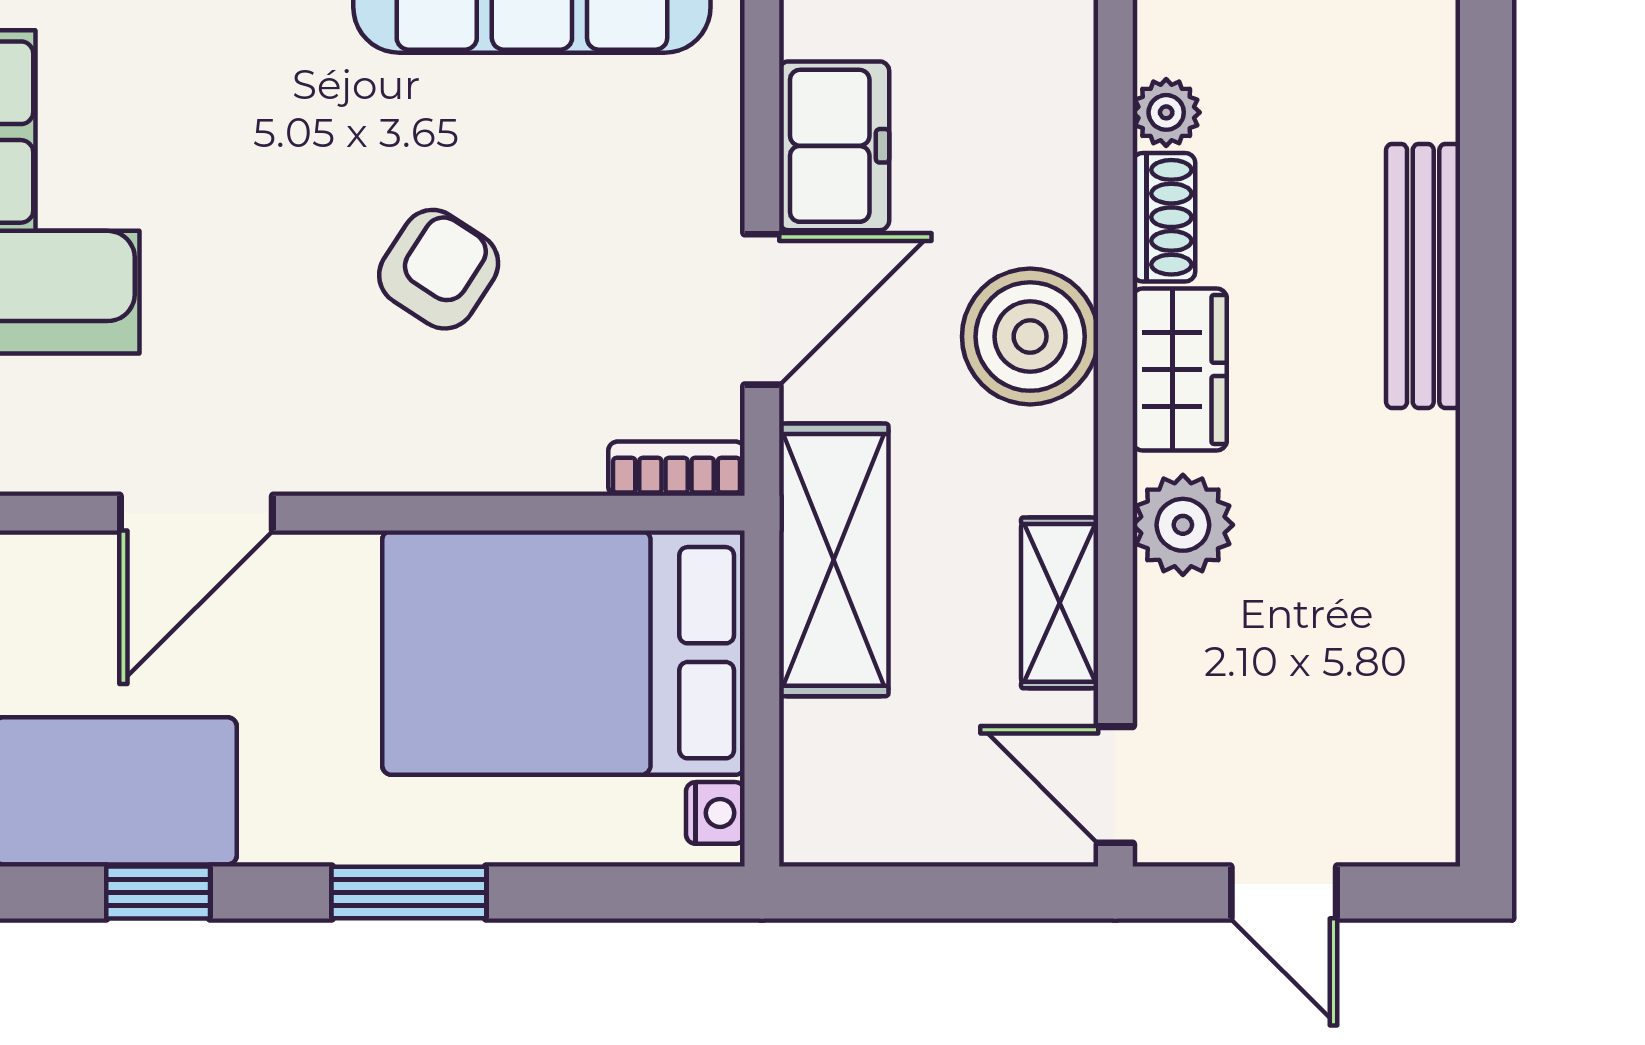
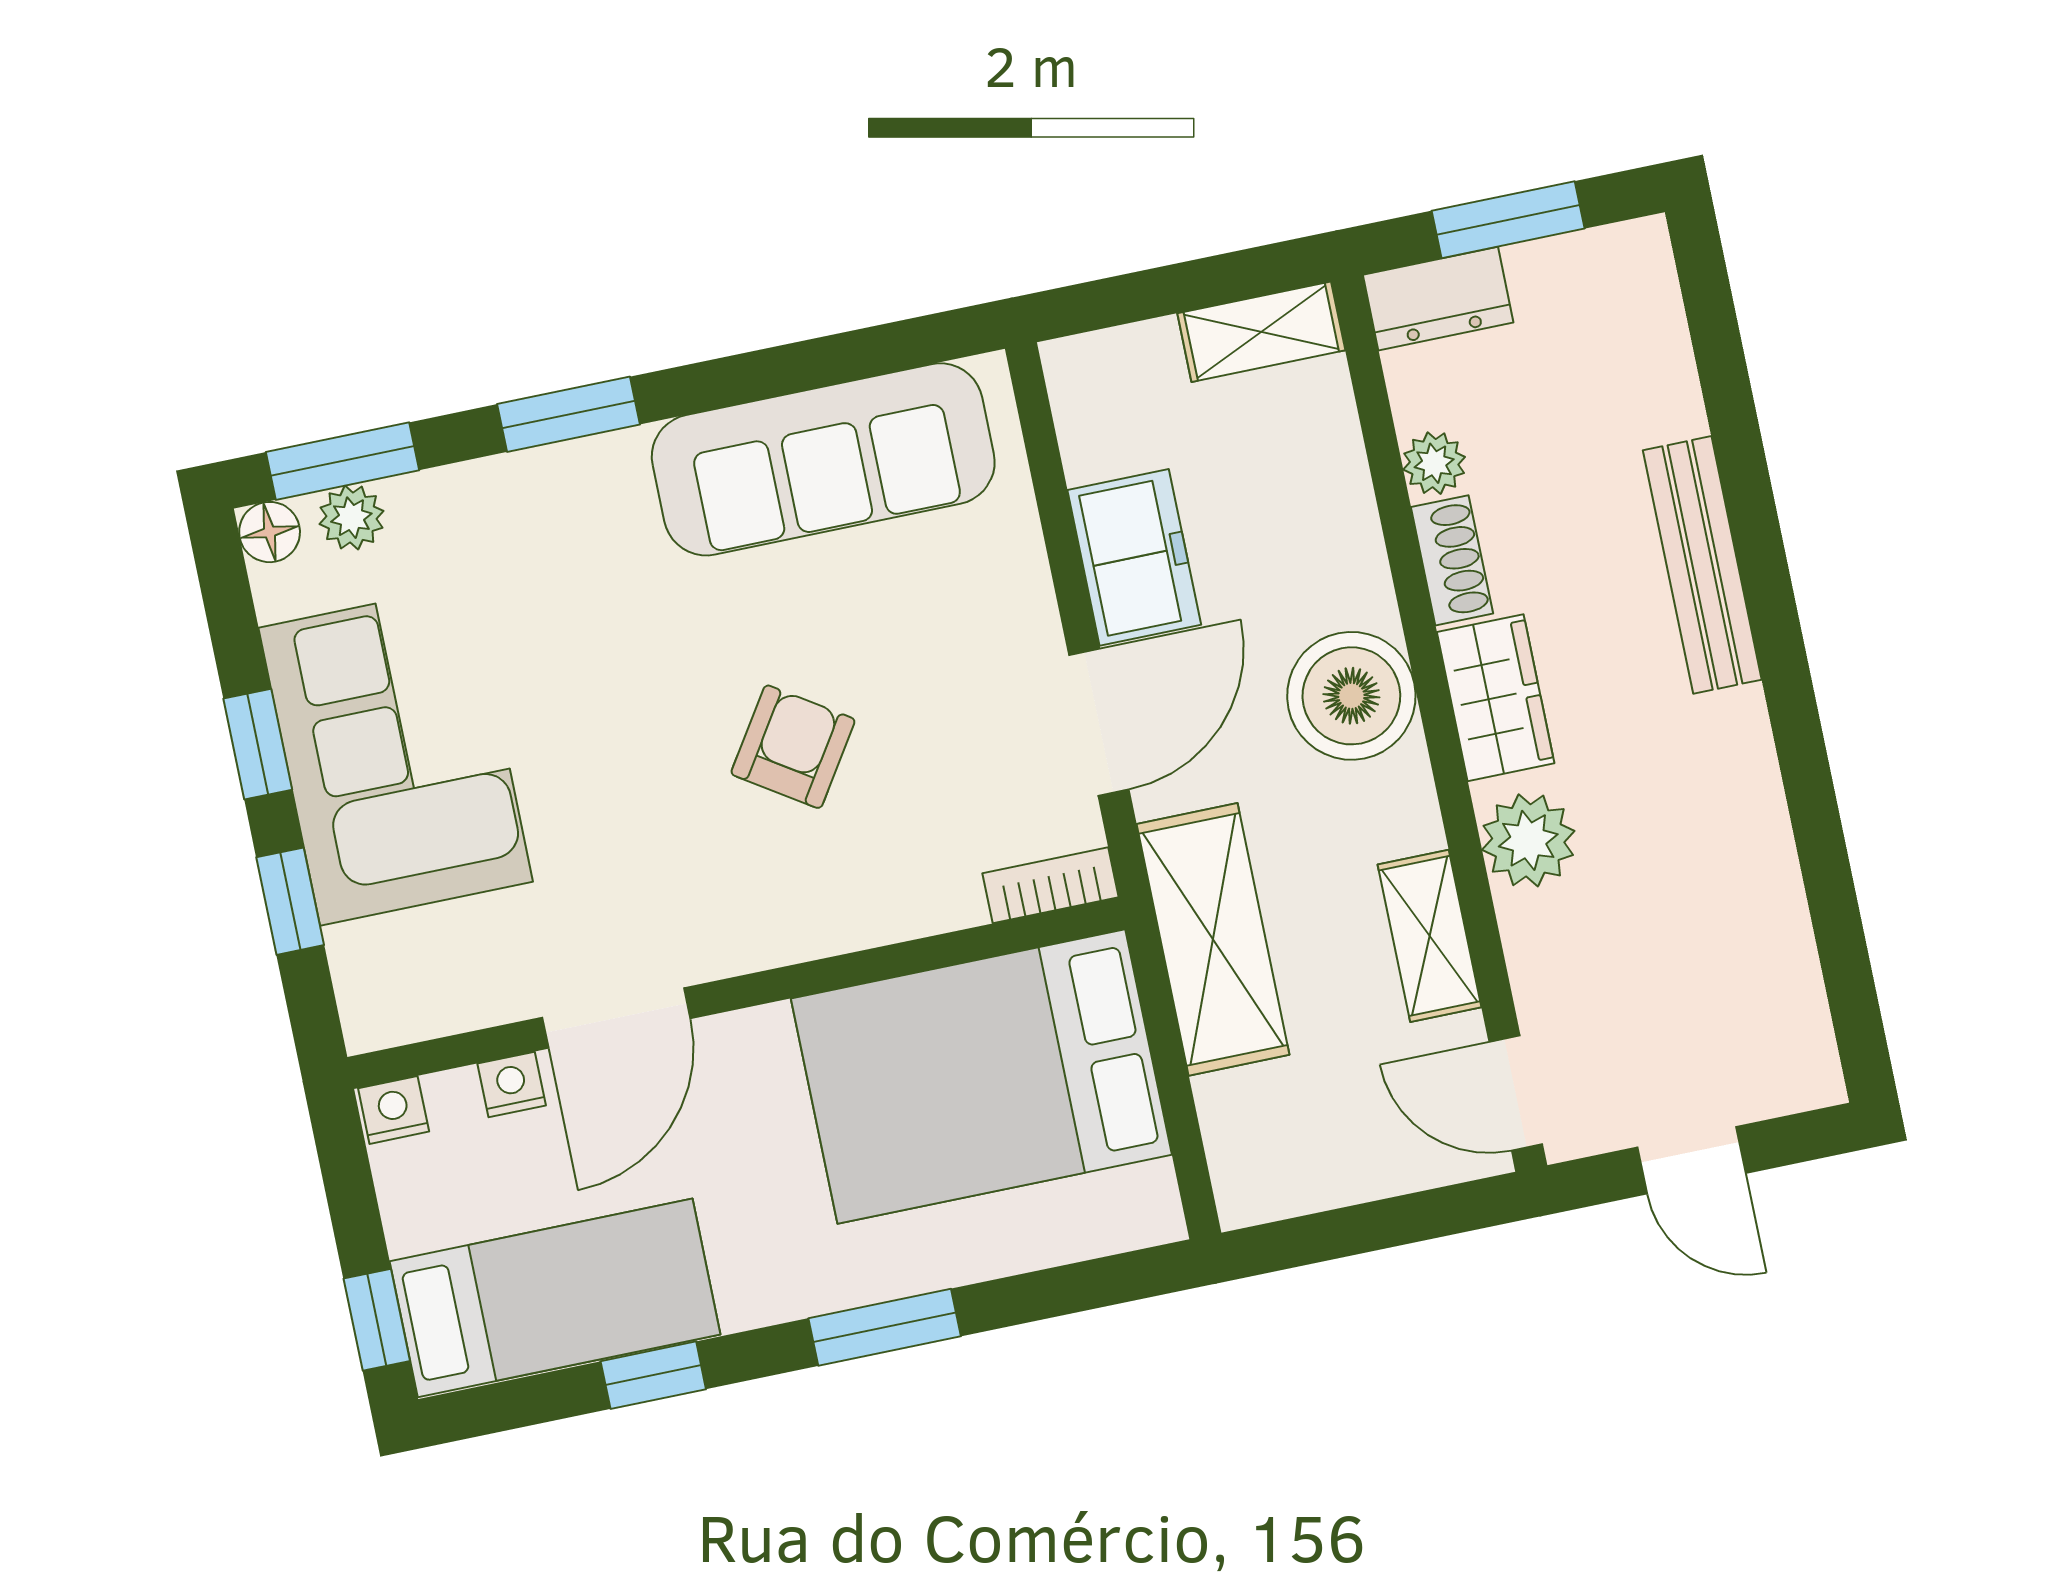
nightstand: (715, 813) -> (512, 1084), moved, turned -90

